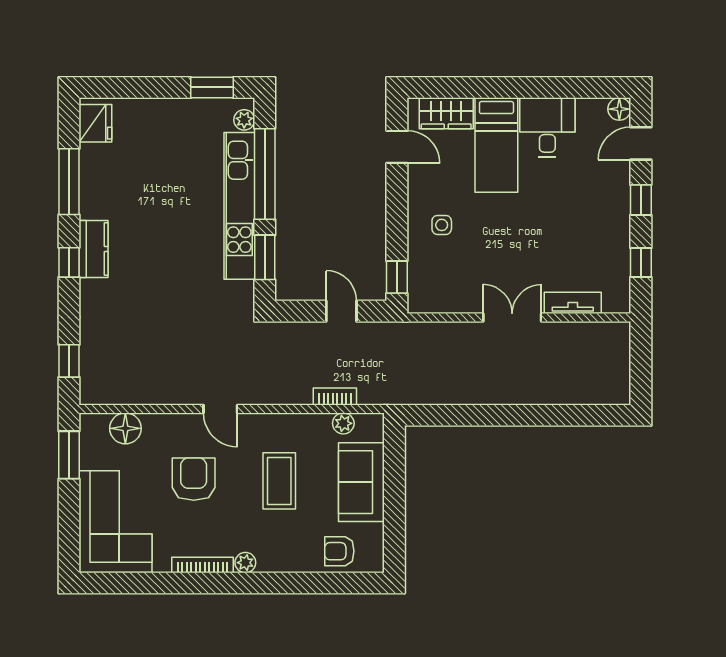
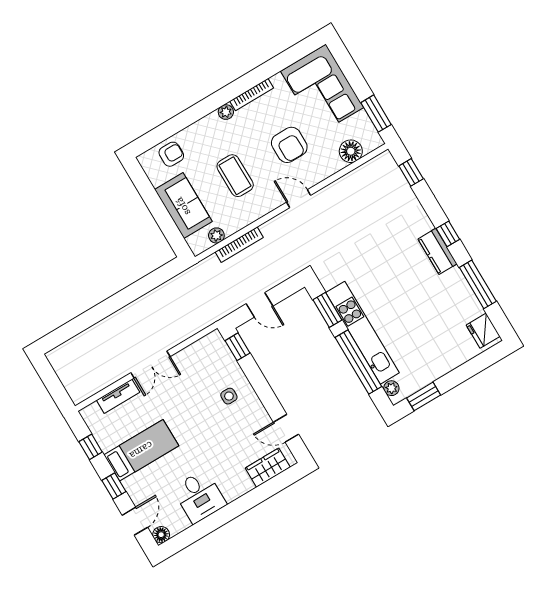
bed: (496, 145) -> (141, 450), moved, turned 90
bookcase: (335, 397) -> (239, 245), width x1.56

